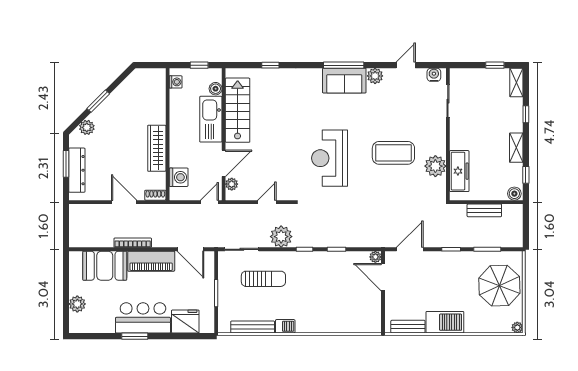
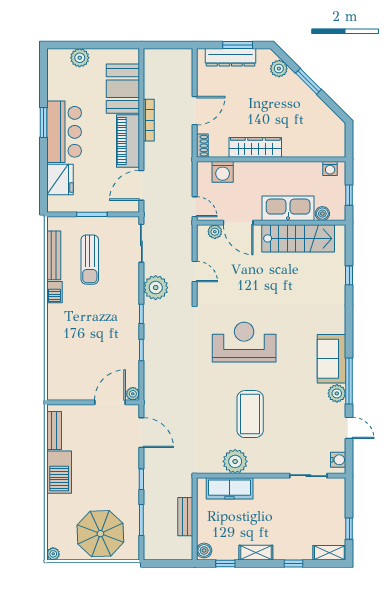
window: (344, 65) -> (349, 381), moved
sun lounger: (263, 279) -> (90, 260), moved

